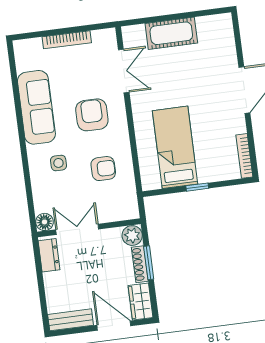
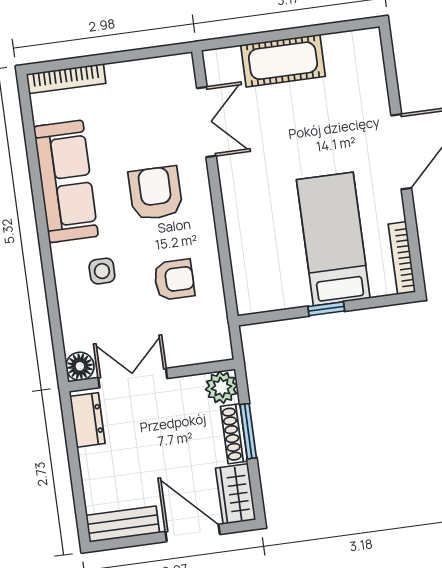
bookcase: (67, 40) -> (66, 79), moved
bed: (175, 147) -> (333, 239), moved

